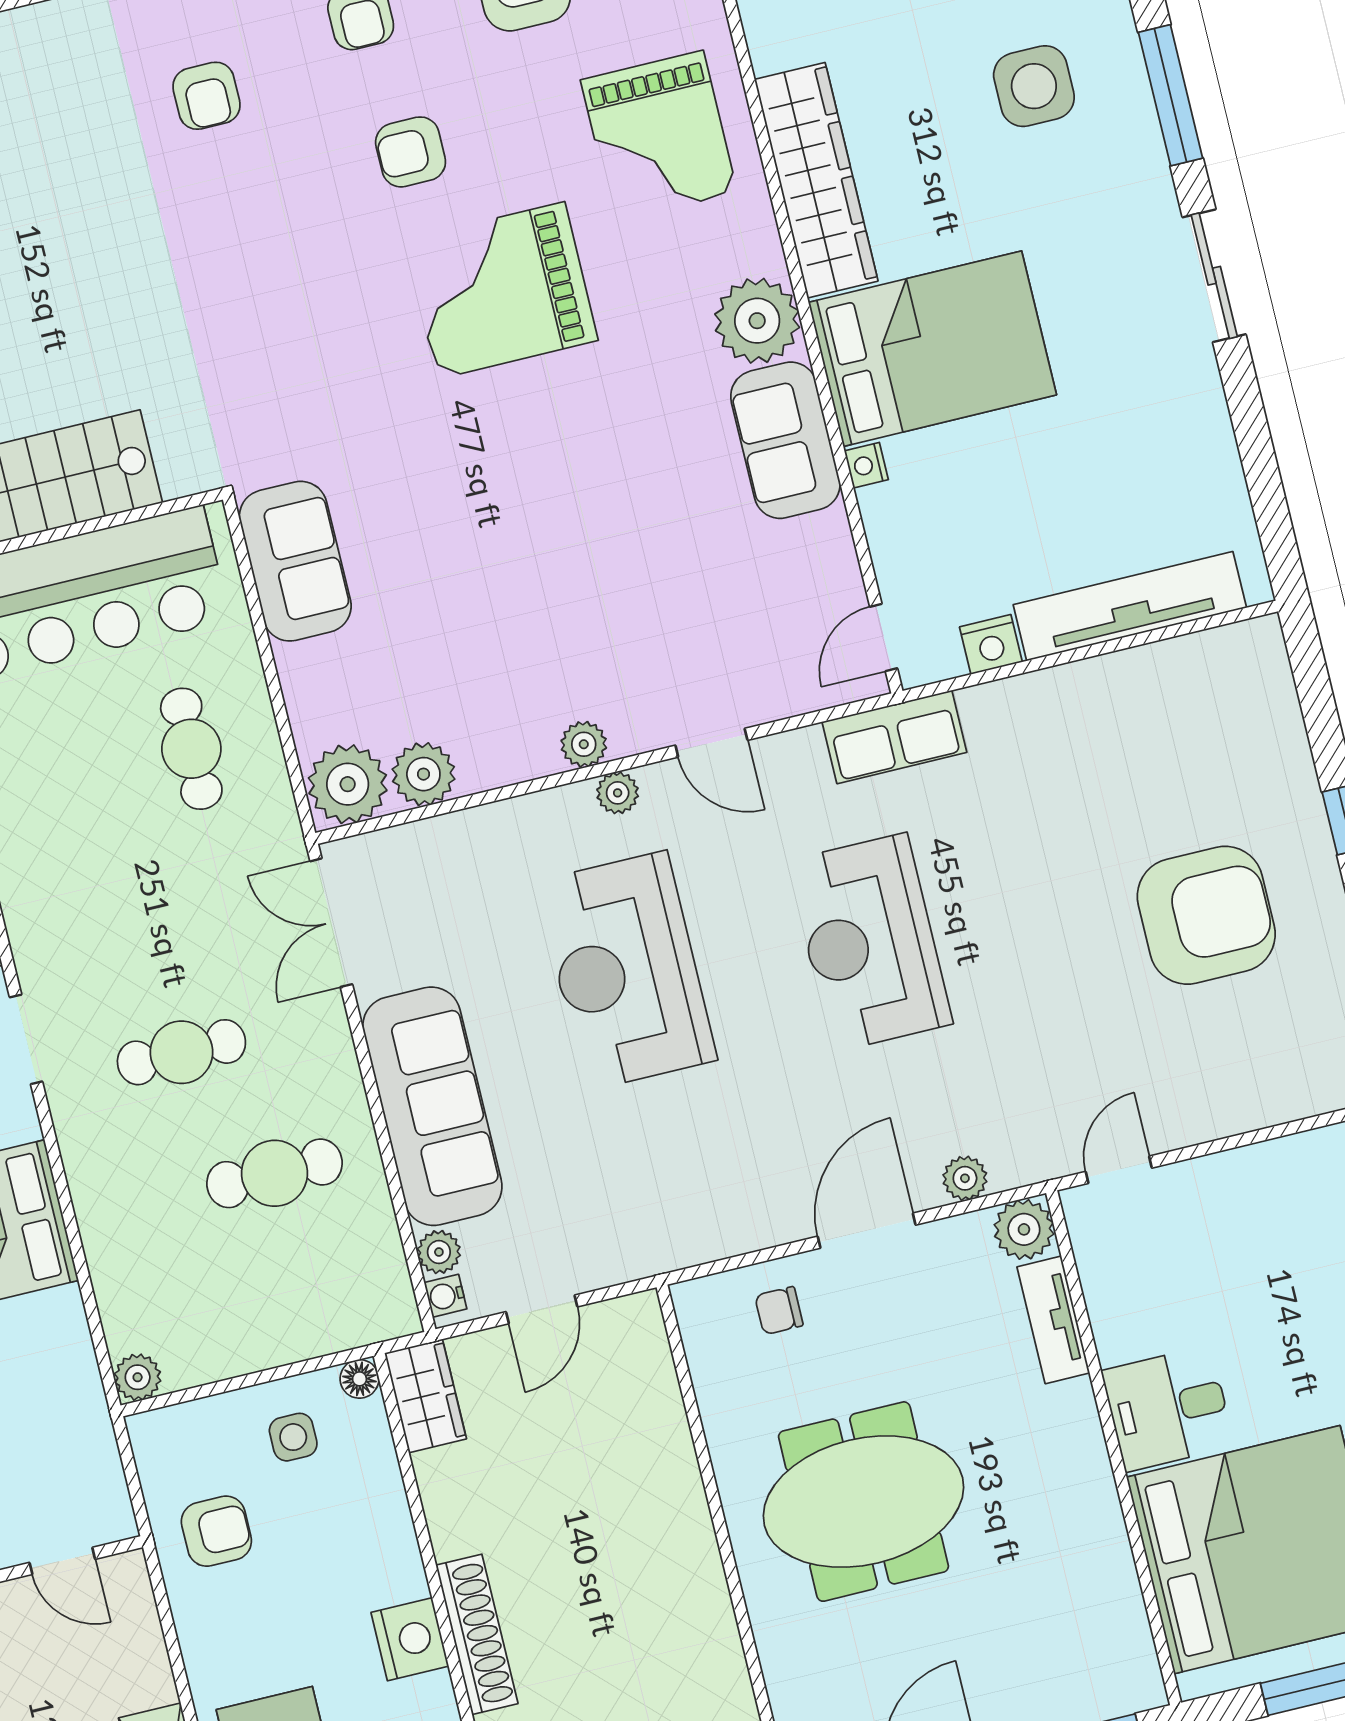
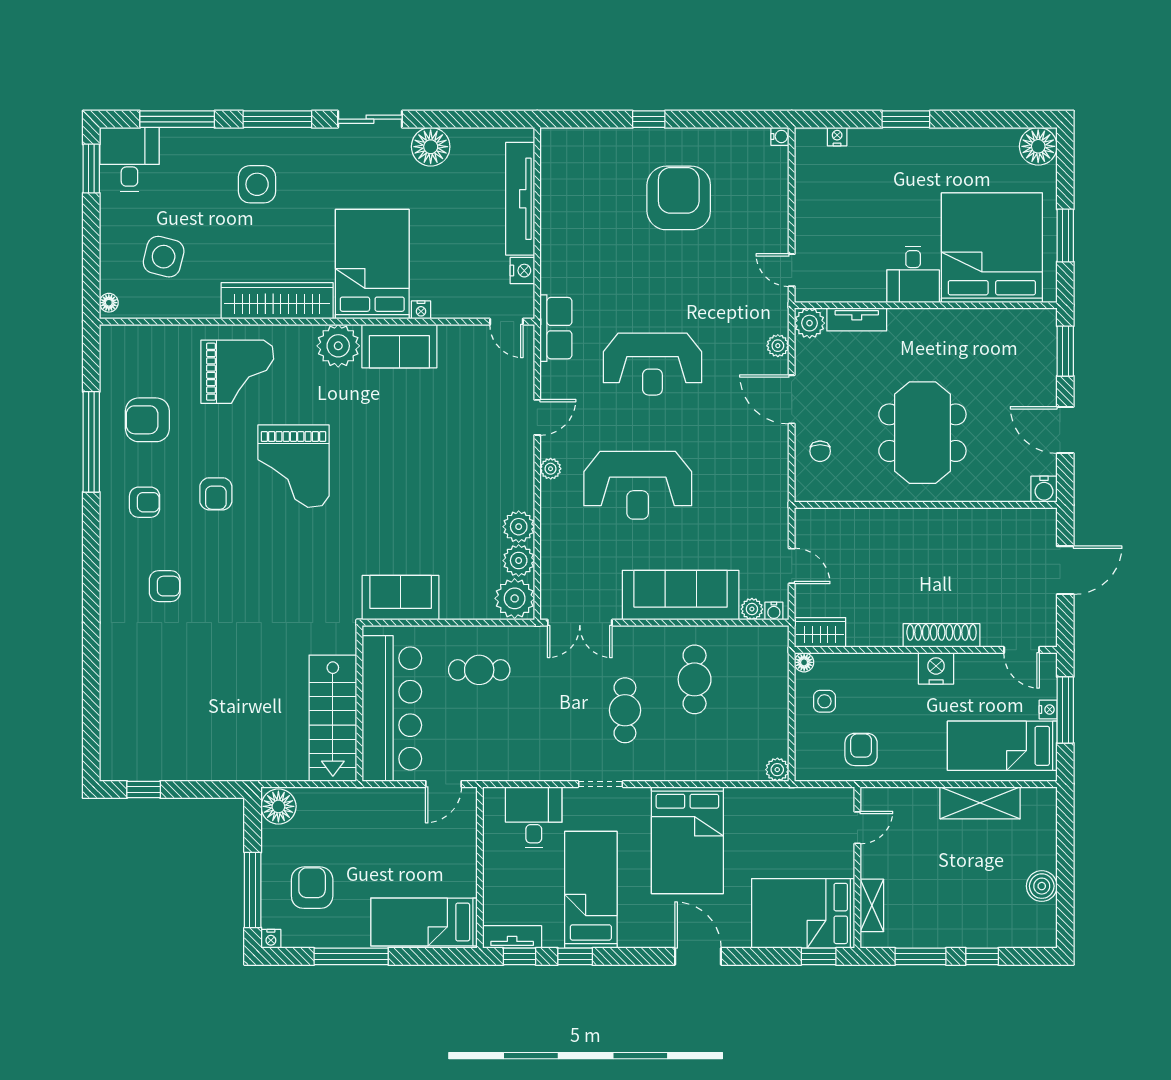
floor lamp: (1189, 407) -> (431, 147), added
plant: (584, 744) -> (519, 527), moved, width x1.38, depth x1.38

